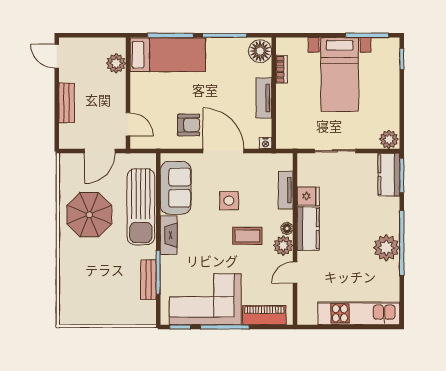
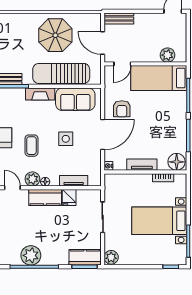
bed: (168, 55) -> (159, 78), moved, turned 90
bench: (67, 103) -> (119, 18), moved
coffee table: (247, 236) -> (32, 146), moved

